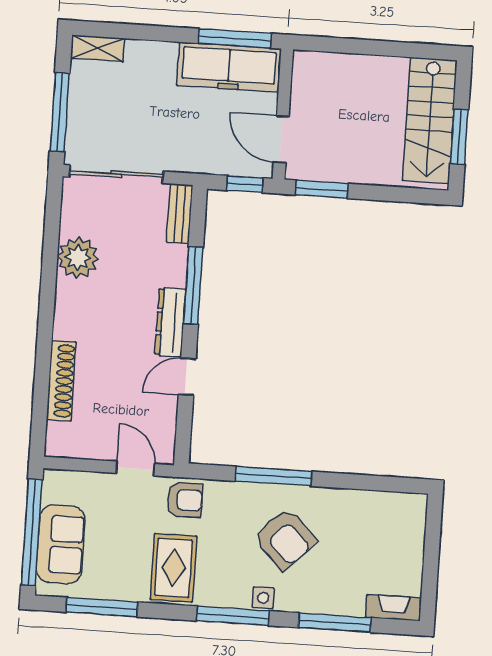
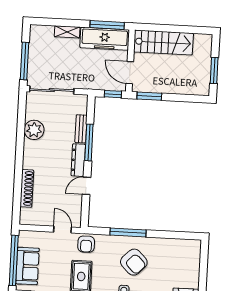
shelving: (97, 48) -> (67, 32), moved
stairs: (430, 120) -> (163, 43), moved, turned -90
bench: (180, 214) -> (81, 129), moved
armchair: (185, 500) -> (86, 244), turned 90

